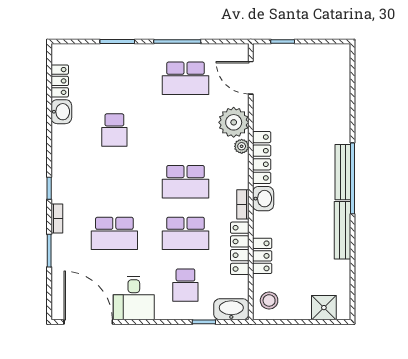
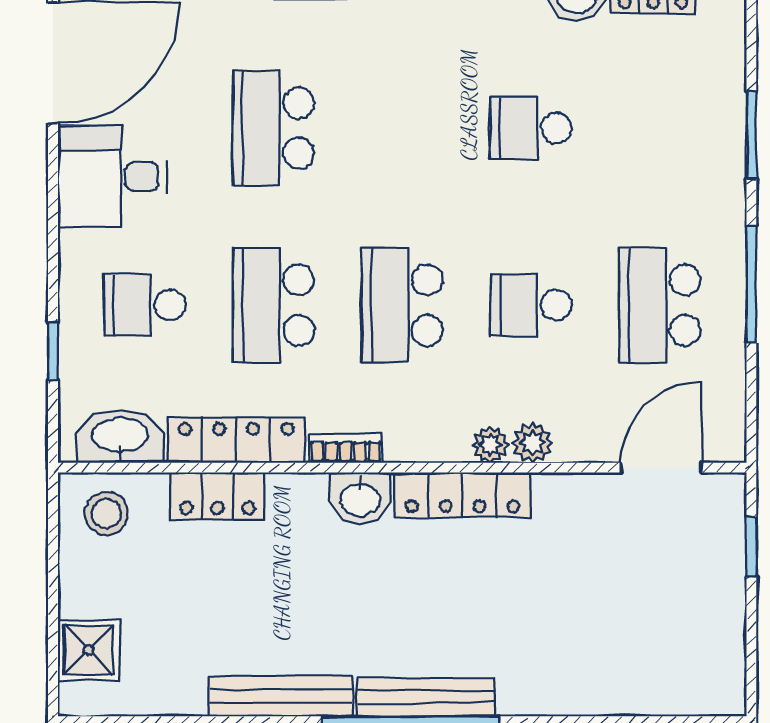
plant: (234, 122) -> (532, 443), width x0.53, depth x0.53
school desk: (185, 130) -> (531, 305), added
washbasin: (231, 309) -> (120, 436), moved, turned -90

